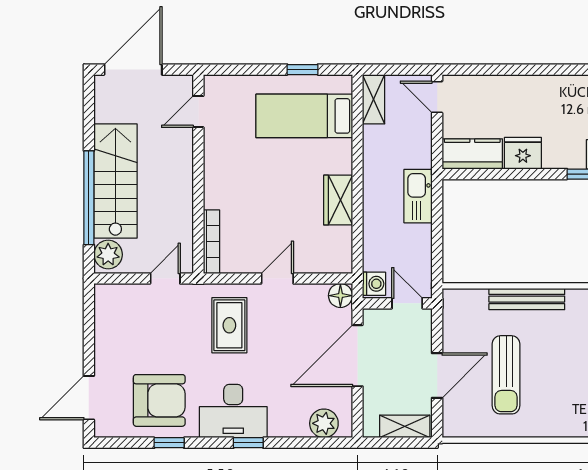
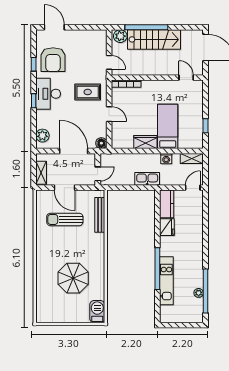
bed: (304, 116) -> (168, 126), moved
washing machine: (374, 284) -> (166, 159), moved
bench: (527, 299) -> (100, 215), moved

